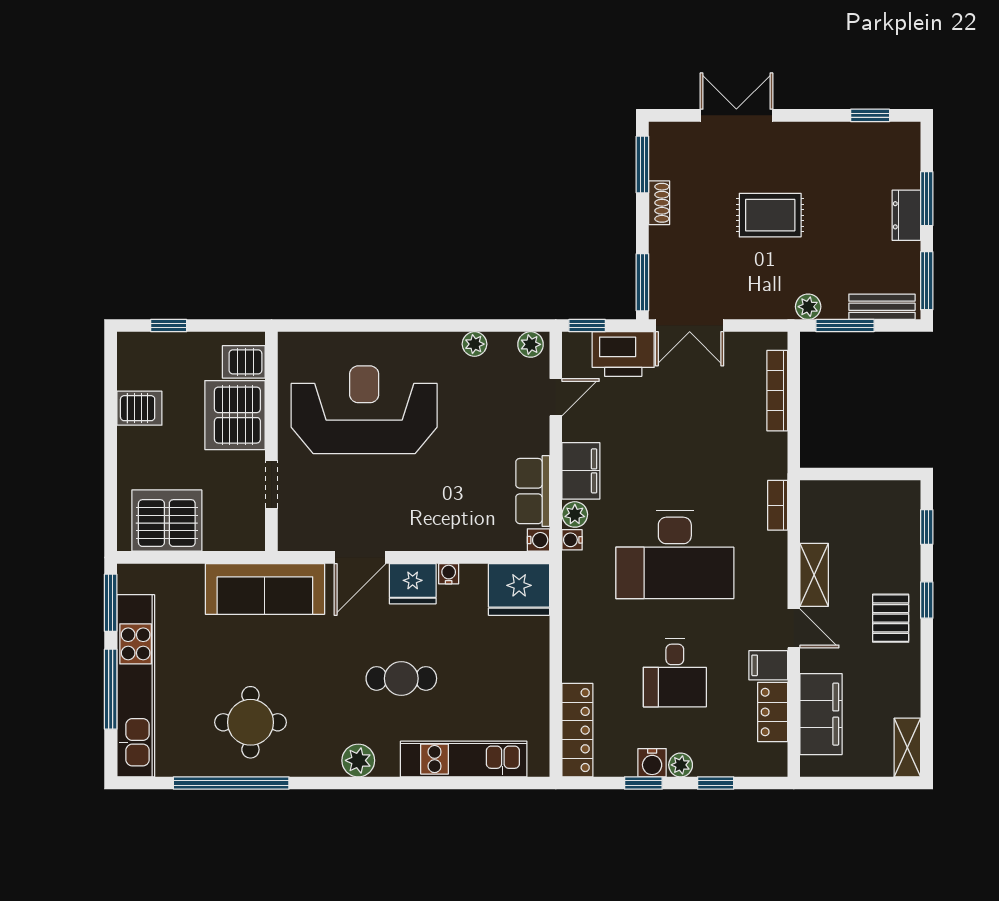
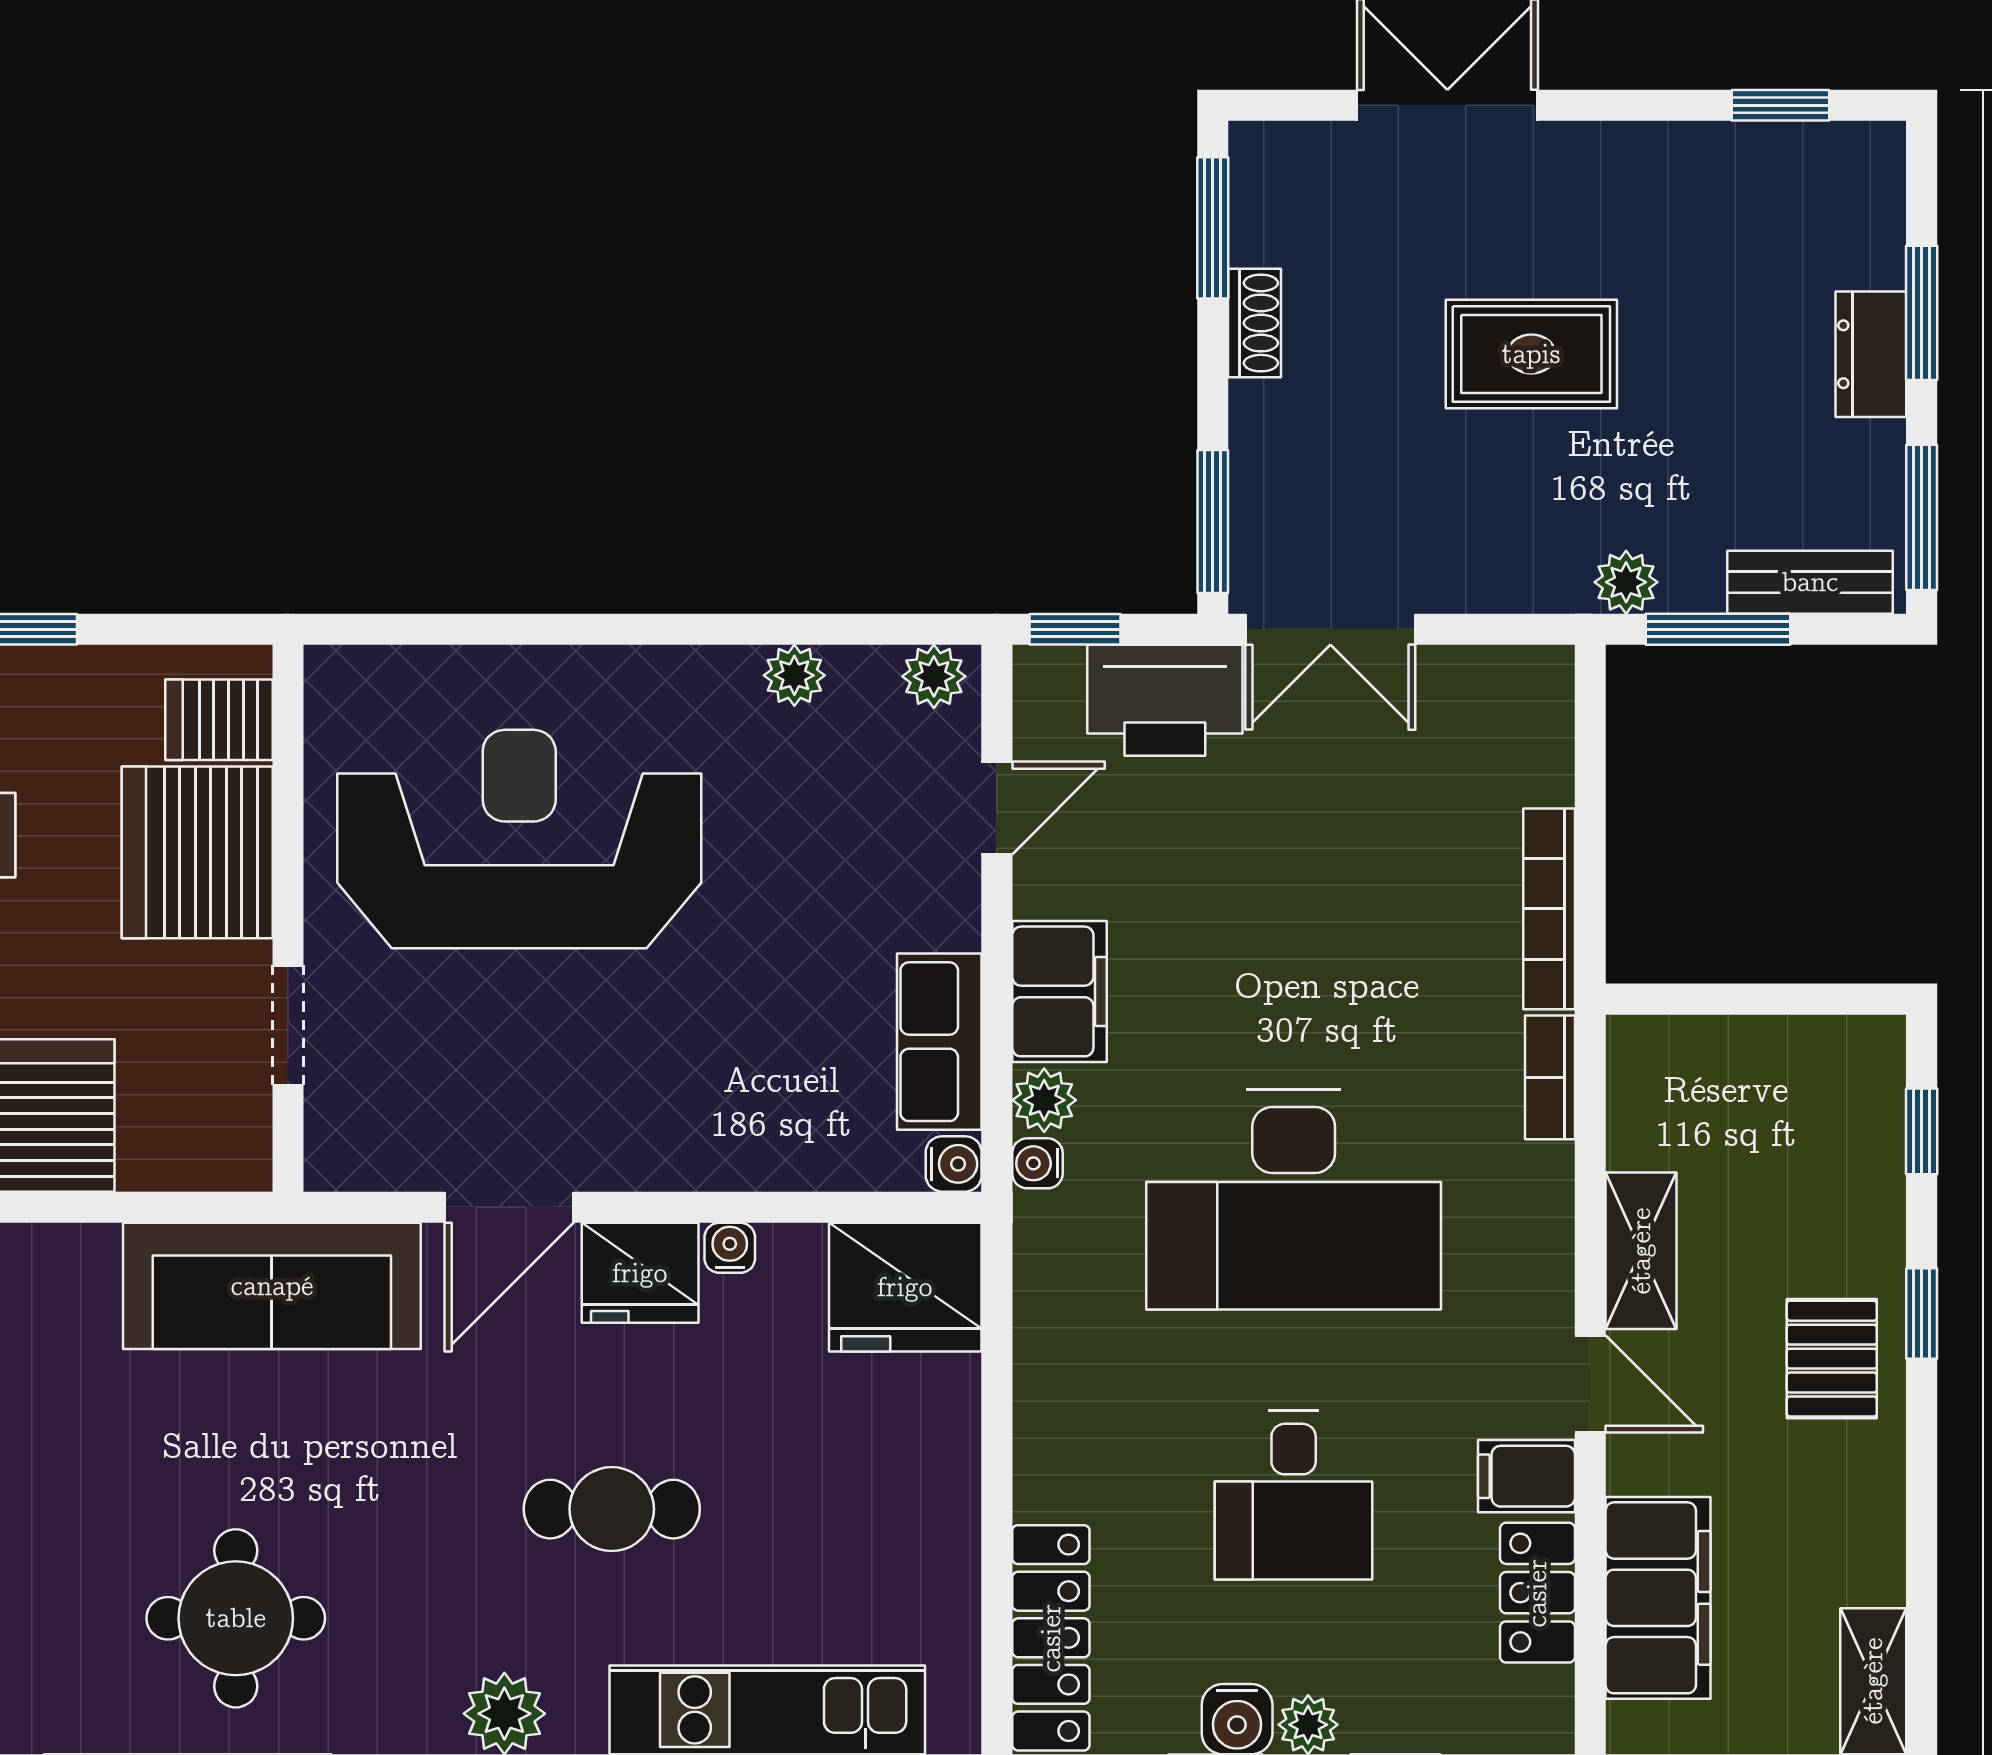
bookcase: (777, 391) -> (1549, 909), moved

